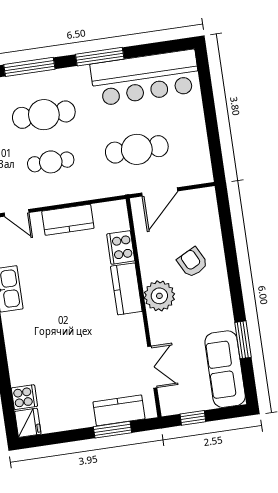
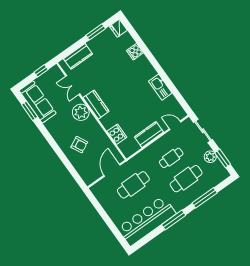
kitchen counter: (126, 289) -> (96, 105), moved
plant: (159, 296) -> (81, 112), moved
window: (243, 340) -> (30, 111), moved
cooker: (24, 397) -> (135, 52), moved
window: (112, 430) -> (96, 32), moved

